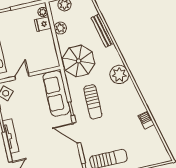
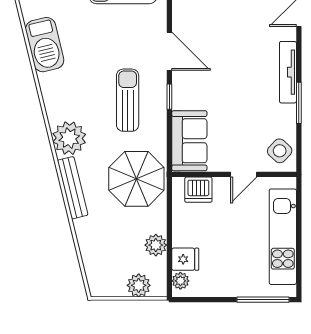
bench: (103, 31) -> (73, 188), moved
dishwasher: (44, 63) -> (198, 190), added
sofa: (56, 93) -> (189, 141), width x0.73
barbecue: (146, 120) -> (45, 45), width x1.88, depth x1.53

